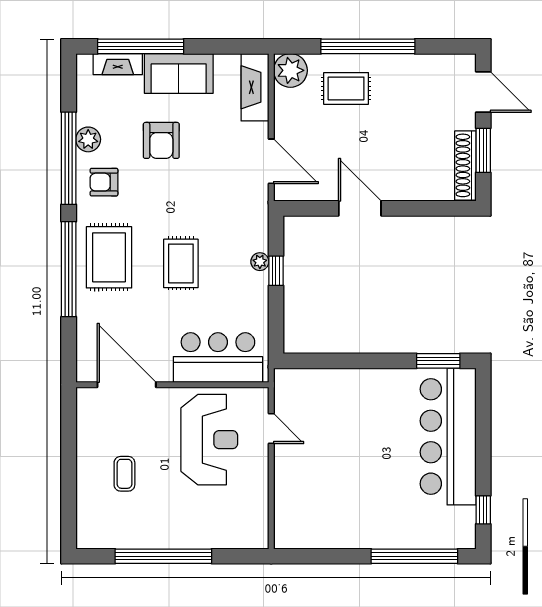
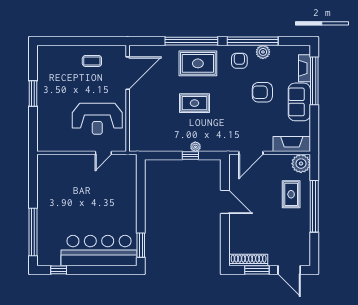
door: (483, 92) -> (289, 270), hinge flipped
door: (360, 208) -> (225, 202), hinge flipped
bar counter: (218, 358) -> (143, 124), removed
coffee table: (124, 474) -> (92, 61), moved
window: (163, 556) -> (33, 93), width x0.47

